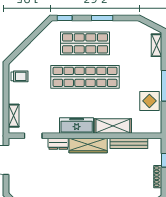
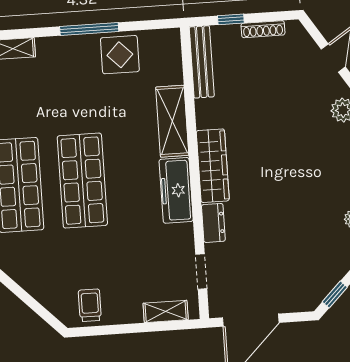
shop shelf: (85, 77) -> (82, 181), width x0.71
bench: (129, 143) -> (202, 62), moved

